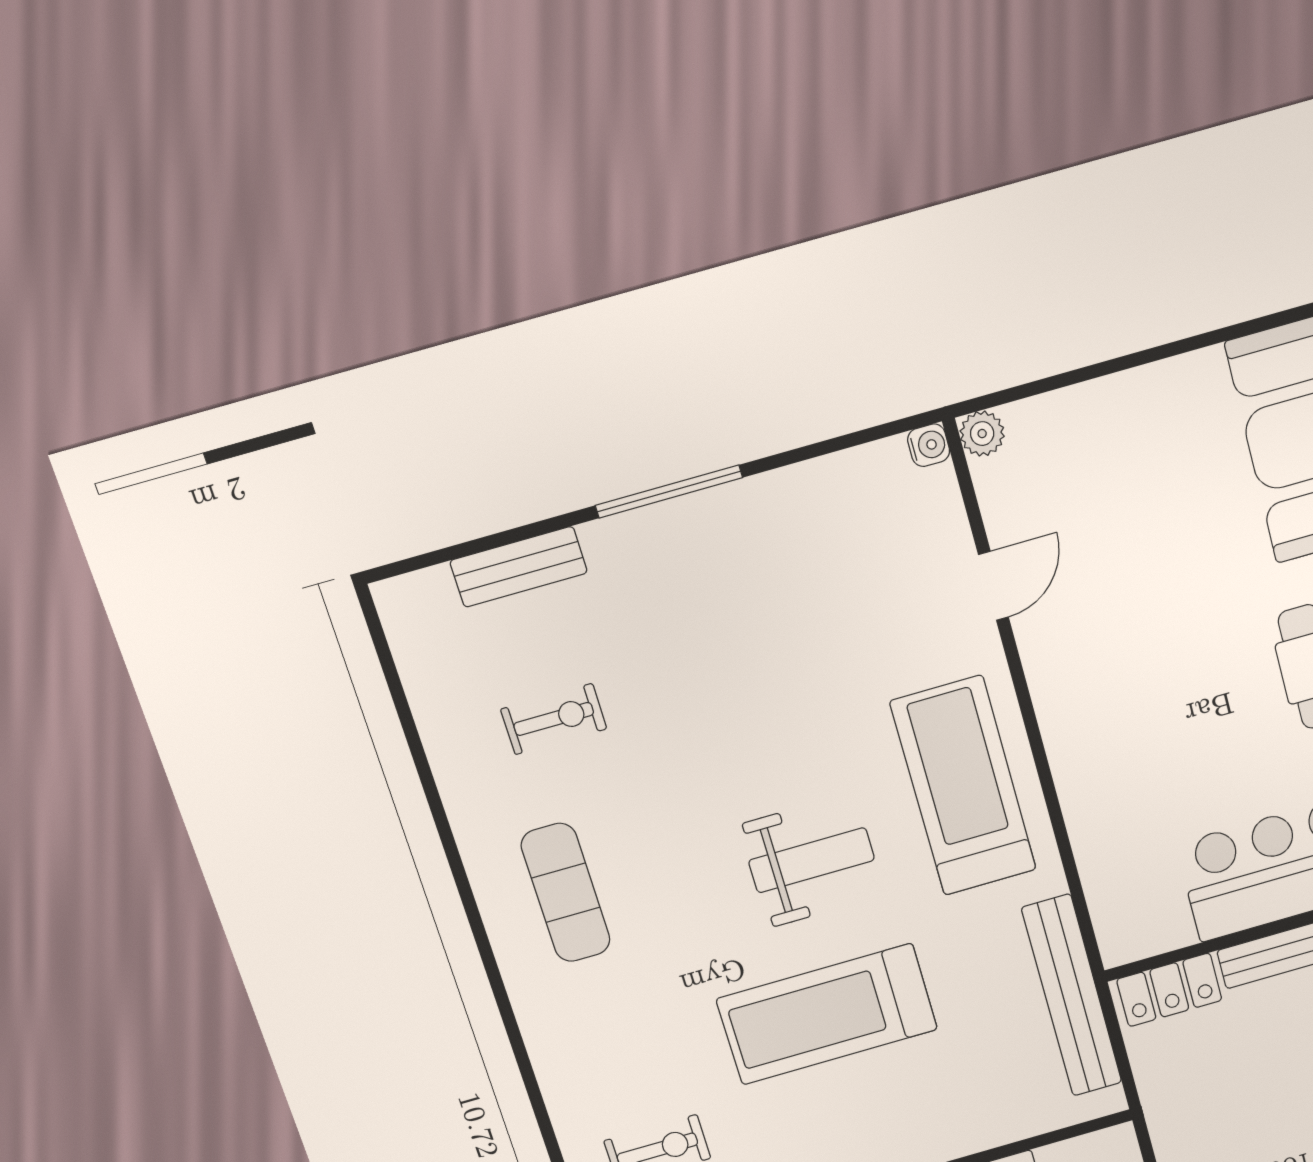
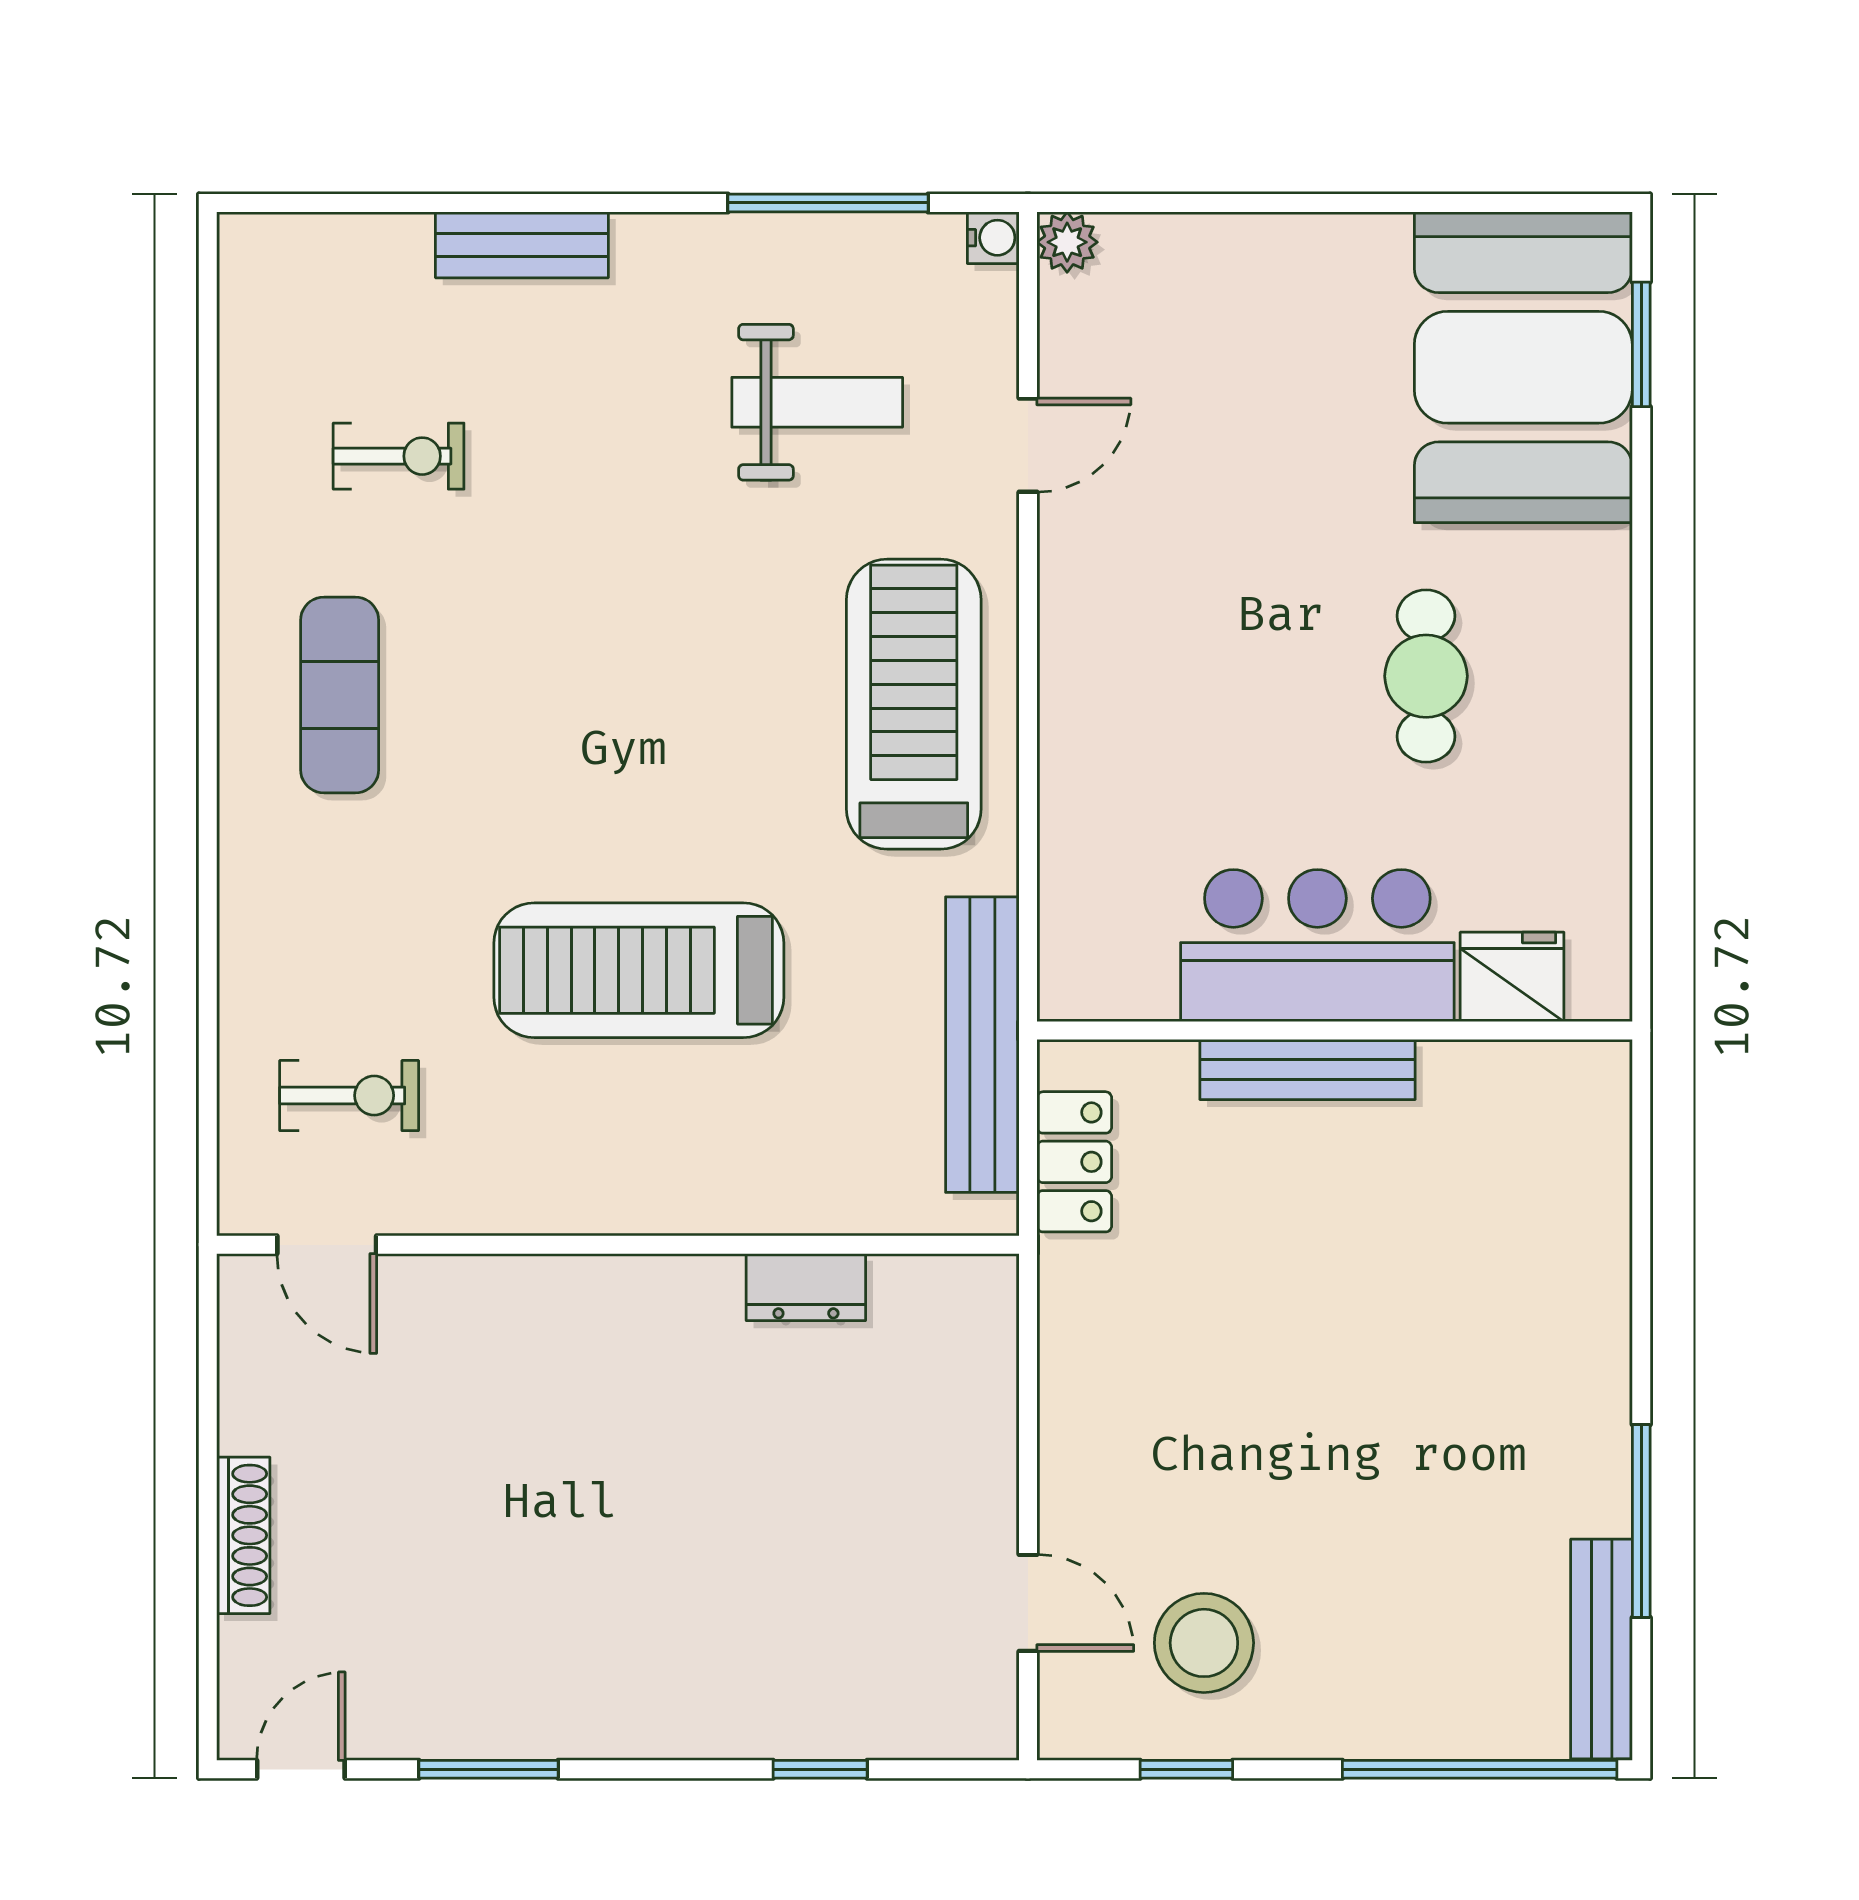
window: (669, 492) -> (828, 203), moved
bench: (519, 567) -> (522, 245), moved
weight bench: (812, 860) -> (817, 402), moved
locker: (1169, 990) -> (1074, 1162), moved, turned -90

